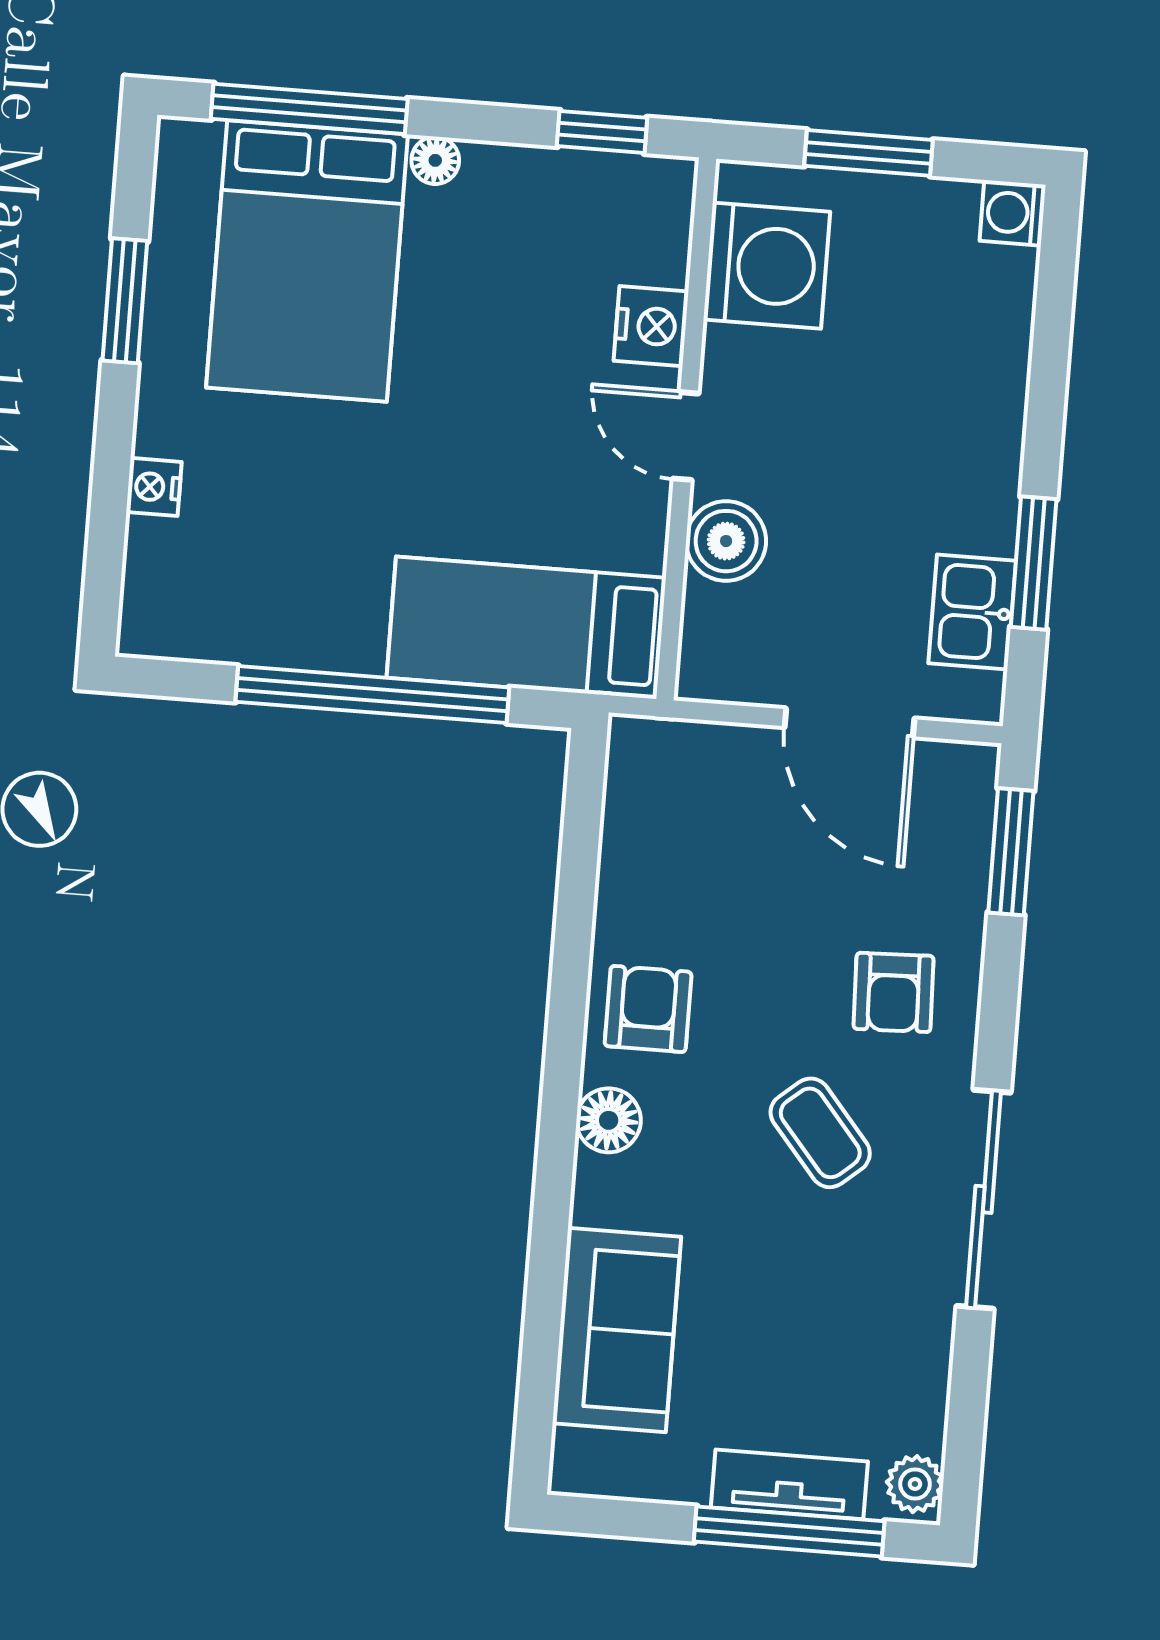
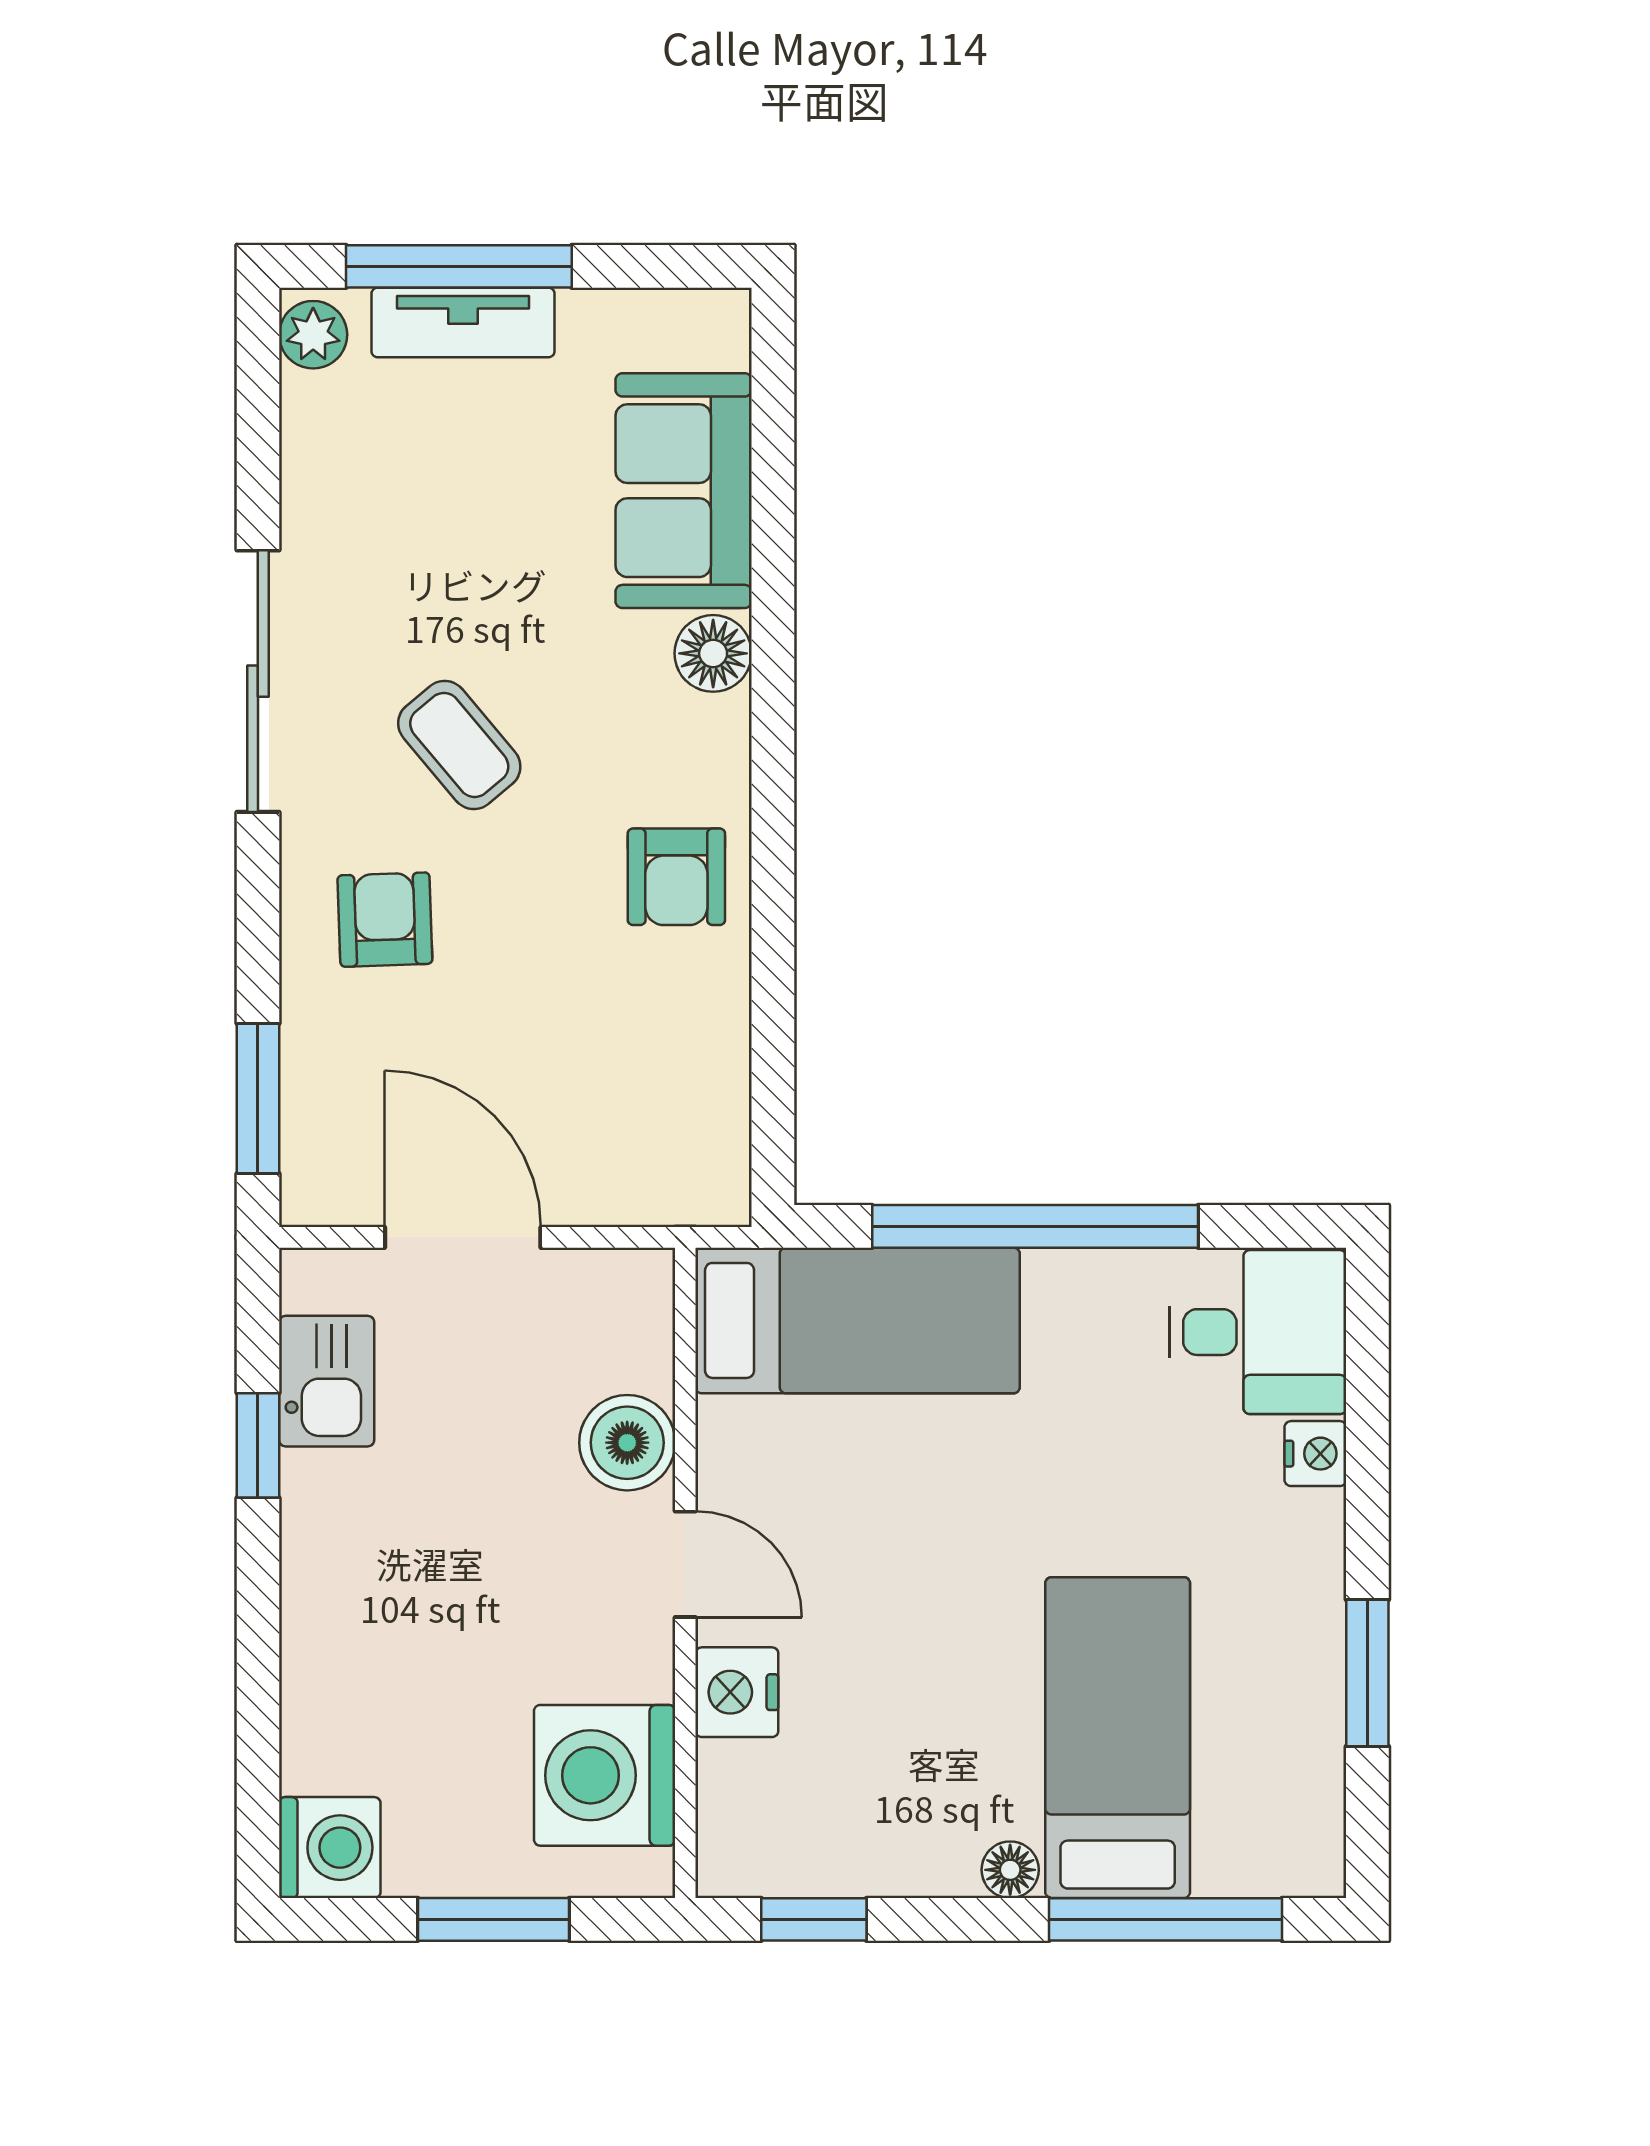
washing machine: (1013, 213) -> (330, 1848), width x1.38, depth x1.38
bed: (307, 261) -> (1118, 1738), width x0.67
window: (1034, 563) -> (258, 1445), width x0.67
desk: (194, 592) -> (1258, 1332), added
floor lamp: (609, 1120) -> (713, 653), moved

